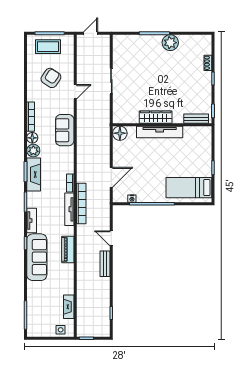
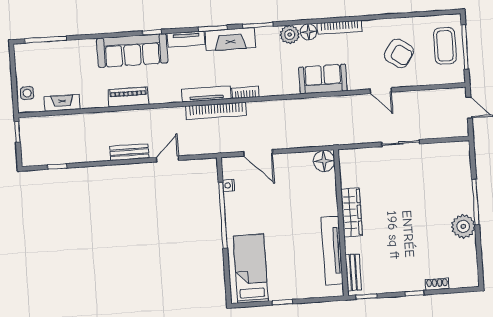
tv unit: (160, 132) -> (332, 251), moved
fireplace: (34, 174) -> (230, 39), moved
piano: (68, 249) -> (128, 97), moved

